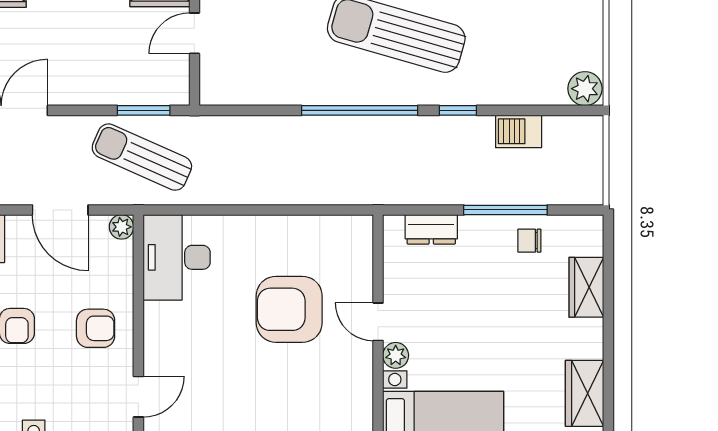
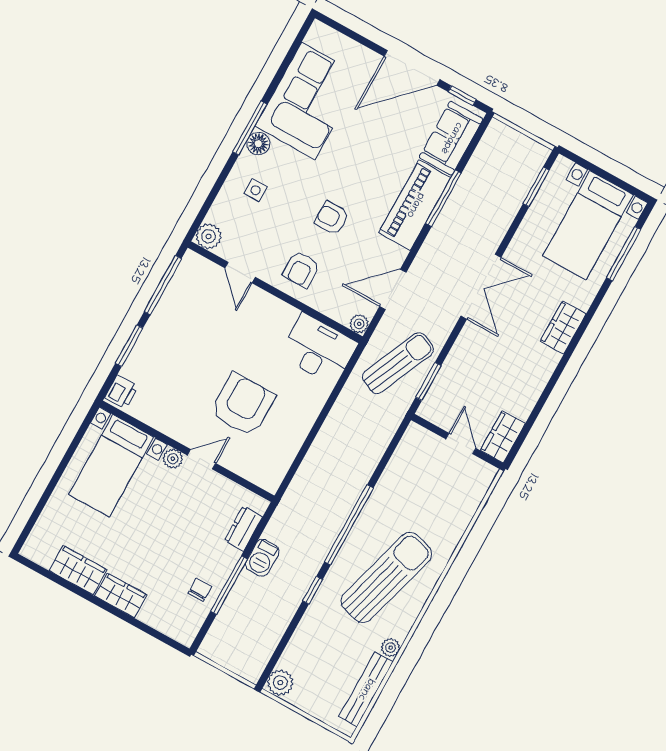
barbecue: (519, 131) -> (262, 558), moved, turned 180
wardrobe: (586, 287) -> (121, 595), moved

